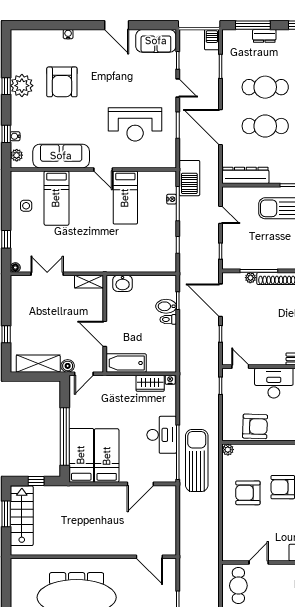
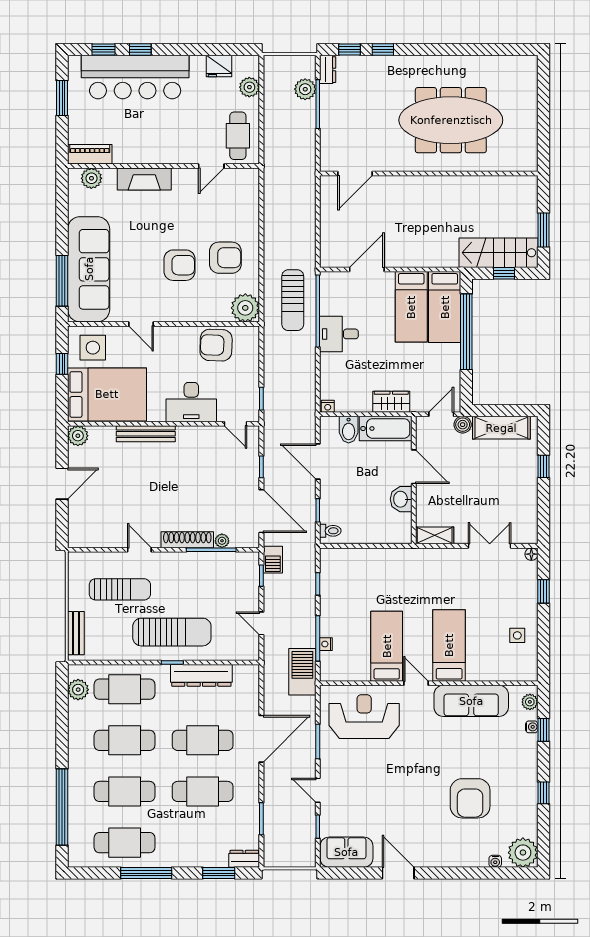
window: (253, 25) -> (219, 873), width x0.69
water cooler: (68, 34) -> (495, 861), moved
dresser: (264, 36) -> (244, 859), moved
barbecue: (212, 40) -> (273, 560), moved
armchair: (62, 82) -> (470, 798), turned 180
plant: (22, 86) -> (523, 853), moved
reception desk: (135, 124) -> (364, 717), moved
door: (221, 127) -> (261, 739), hinge flipped
dresser: (245, 175) -> (201, 675), moved
bed: (56, 198) -> (449, 645), moved
double door: (47, 274) -> (490, 546), swing flipped
washbasin: (123, 283) -> (401, 499), moved, turned -90
bidet: (166, 306) -> (349, 430), moved, turned 90
toilet: (168, 319) -> (330, 531), moved
door: (178, 338) -> (318, 461), added
wardrobe: (150, 383) -> (391, 402), moved
desk: (162, 435) -> (339, 334), width x0.73
plant: (228, 450) -> (245, 308), width x1.88, depth x1.88
sun lounger: (197, 461) -> (293, 300), width x0.73, depth x0.75
stairs: (22, 516) -> (498, 253), moved, turned 90
door: (149, 557) -> (355, 174), swing flipped

